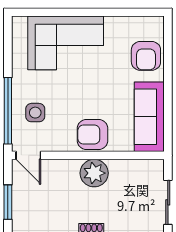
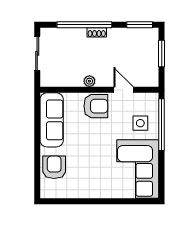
corner sofa: (66, 43) -> (138, 169), moved, turned -90
door: (28, 155) -> (124, 90), moved
plant: (94, 173) -> (89, 81), width x0.53, depth x0.53

